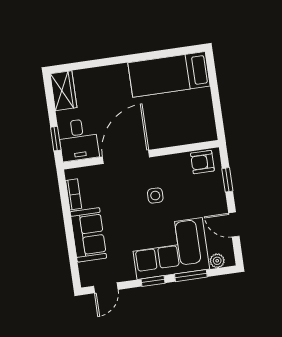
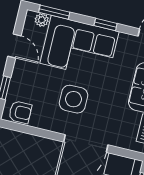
side table: (155, 196) -> (74, 99), width x1.87, depth x1.87
window: (191, 276) -> (54, 12), moved

